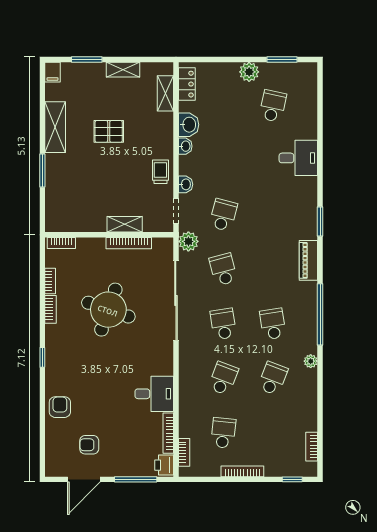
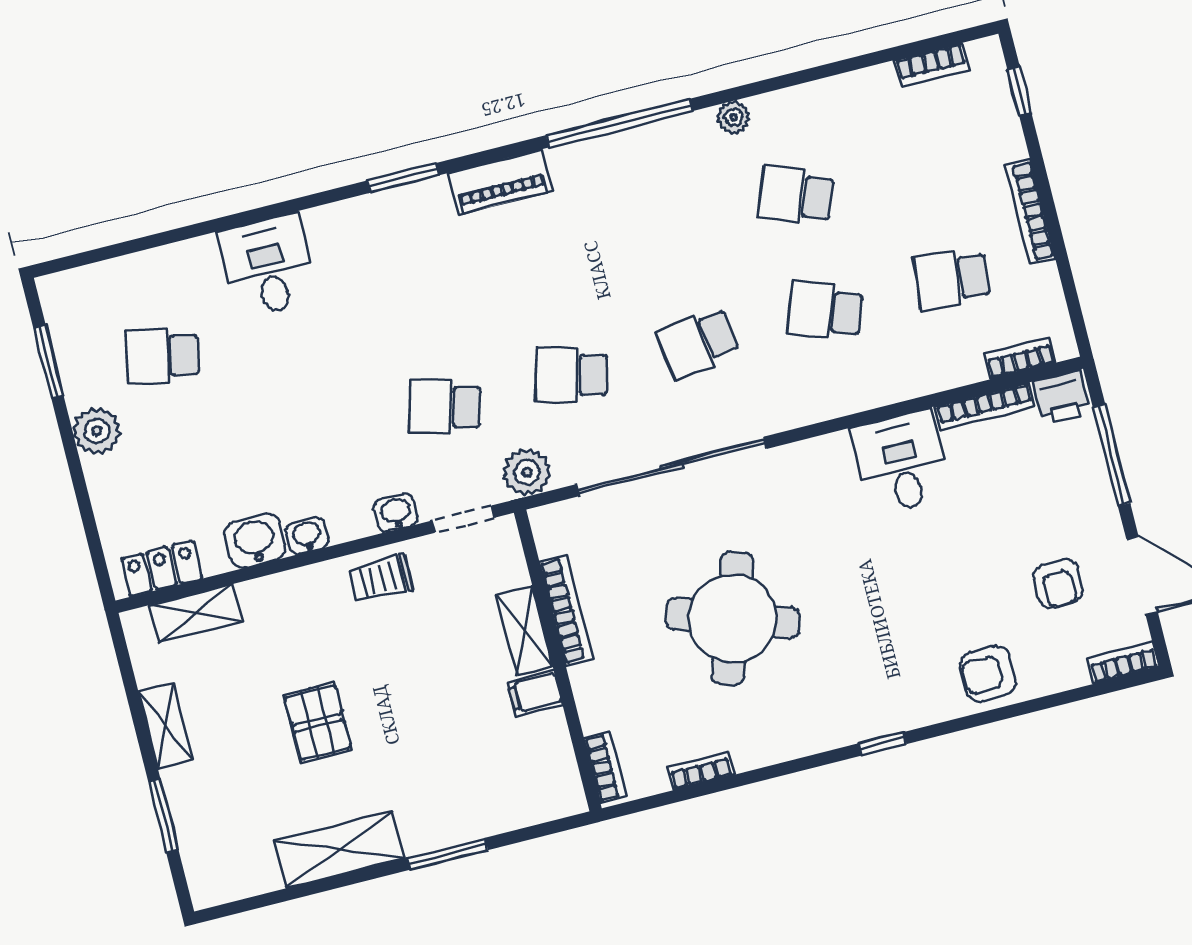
filing cabinet: (52, 72) -> (535, 693), moved, turned 180
school desk: (223, 269) -> (571, 375), turned 30
bookcase: (51, 309) -> (1123, 663), moved
school desk: (273, 324) -> (669, 227), removed

